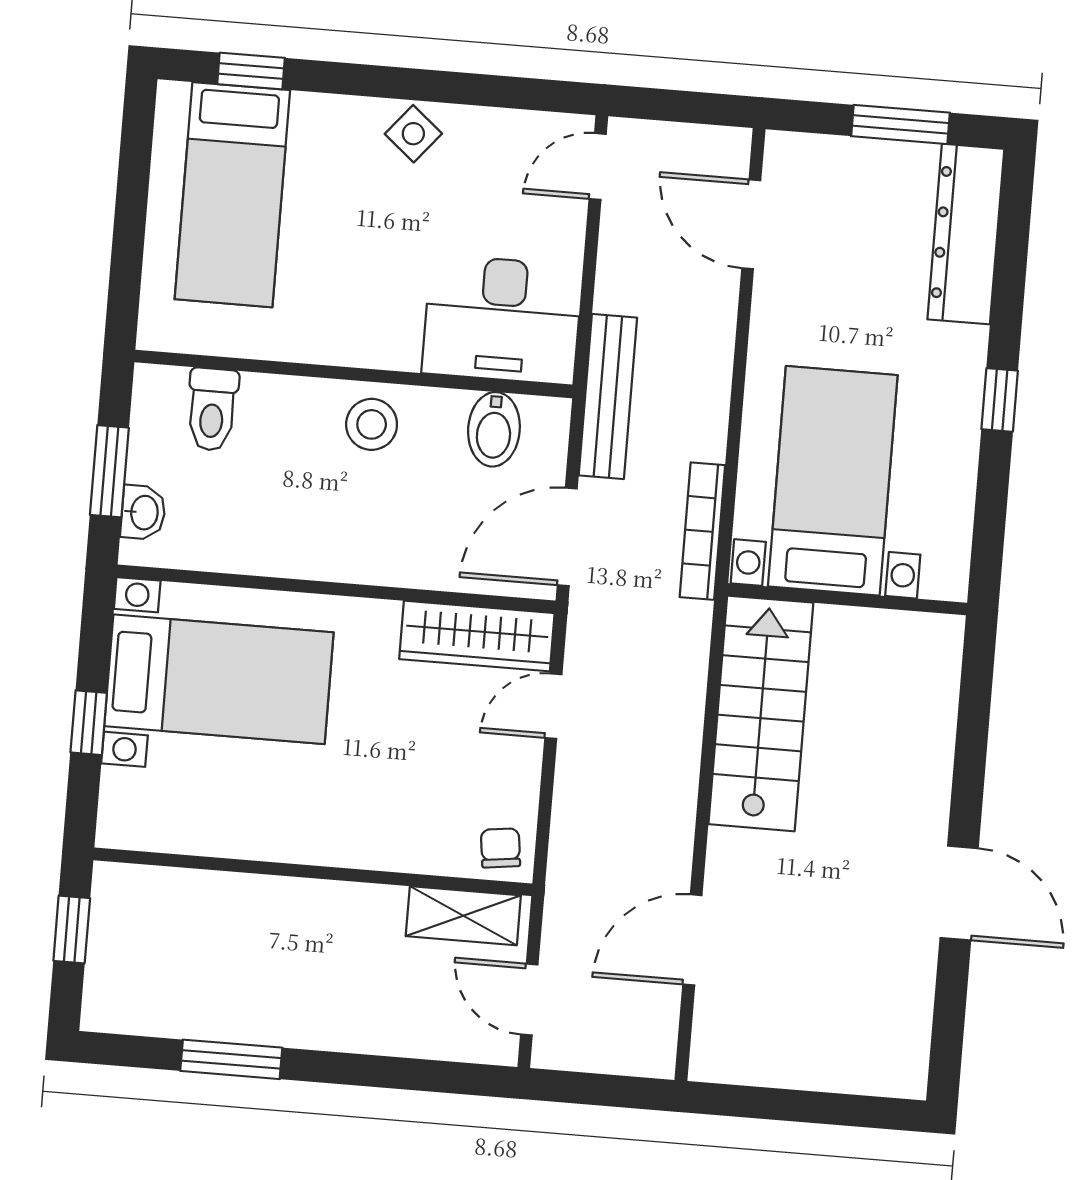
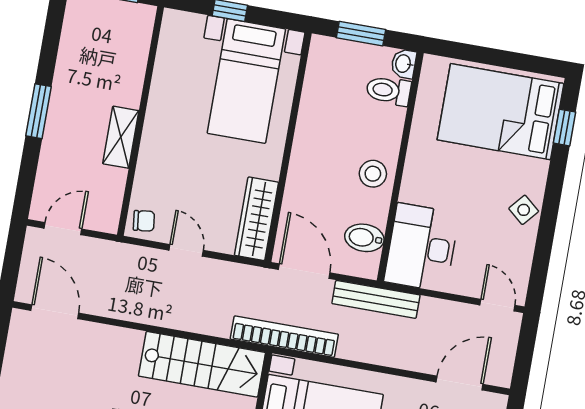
bed: (232, 195) -> (500, 112), width x1.50
washbasin: (143, 512) -> (404, 64), moved, turned 90
bookcase: (702, 531) -> (284, 337), width x1.48, depth x1.31
door: (553, 706) -> (186, 250), moved
shelving: (463, 916) -> (121, 137), moved
door: (692, 940) -> (55, 312), moved
window: (231, 1059) -> (38, 111), moved

